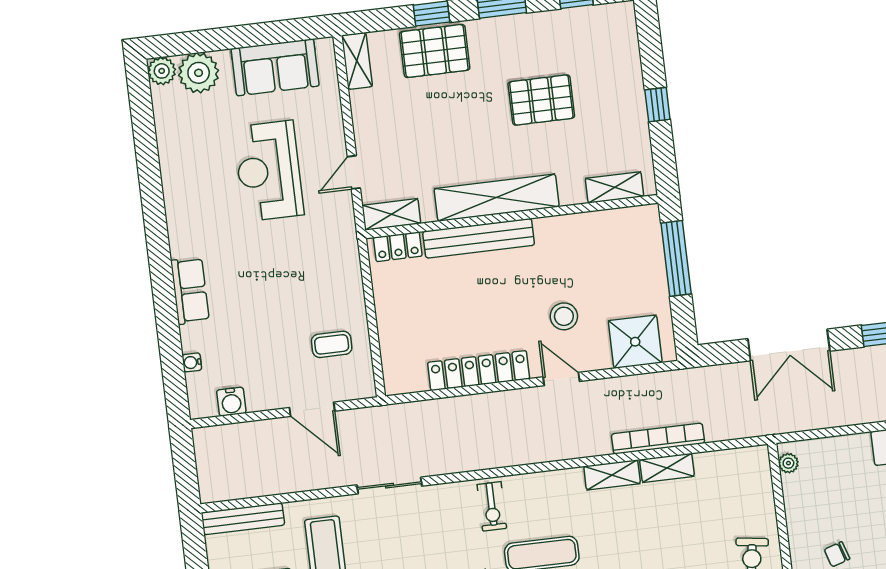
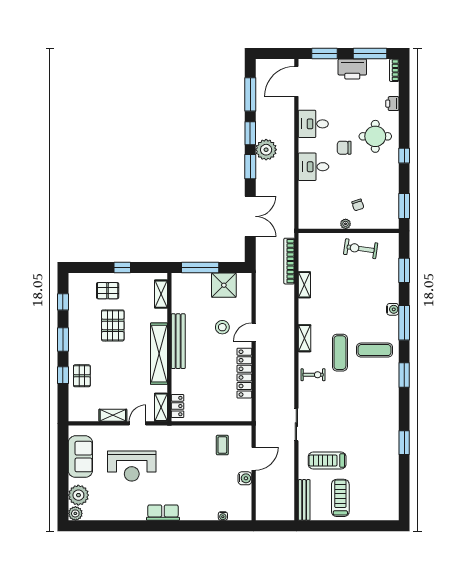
pallet: (435, 51) -> (82, 376), width x0.67, depth x0.71
shelving: (357, 61) -> (113, 415), moved
pallet: (609, 81) -> (108, 291), added
door: (354, 172) -> (138, 423), swing flipped
bench: (479, 238) -> (178, 341), moved
row of seats: (190, 291) -> (163, 513), moved
shower: (635, 342) -> (224, 285), moved
water cooler: (231, 402) -> (245, 478), moved
bookcase: (658, 439) -> (289, 261), moved
plant: (788, 463) -> (346, 224), moved
shelving: (612, 475) -> (305, 338), moved

